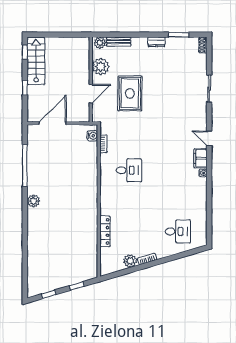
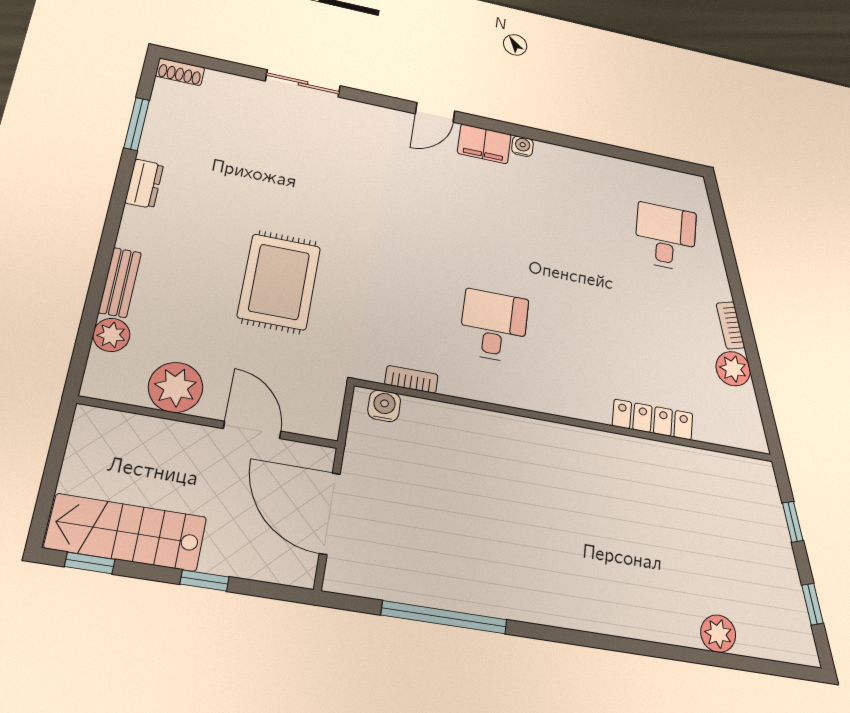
plant: (101, 67) -> (176, 387), moved
wall: (91, 80) -> (209, 422), moved
rug: (130, 93) -> (279, 282), turned 90
door: (91, 94) -> (252, 430), moved
plant: (33, 201) -> (718, 634), moved

